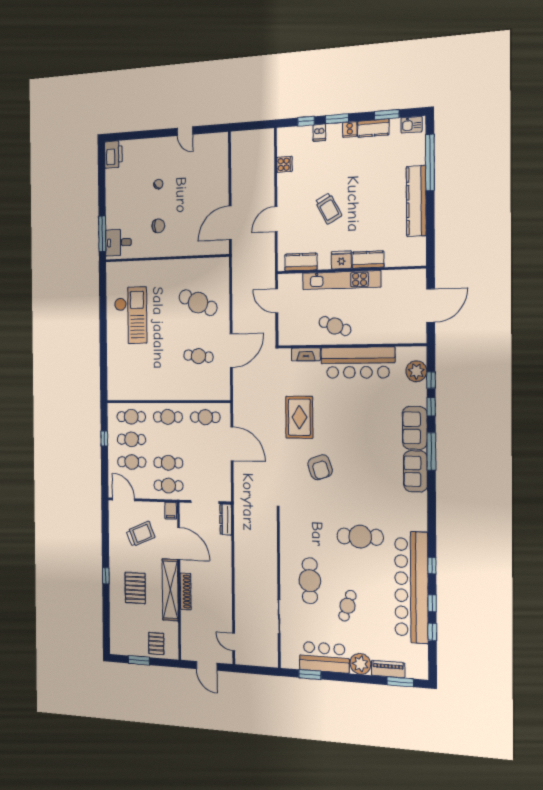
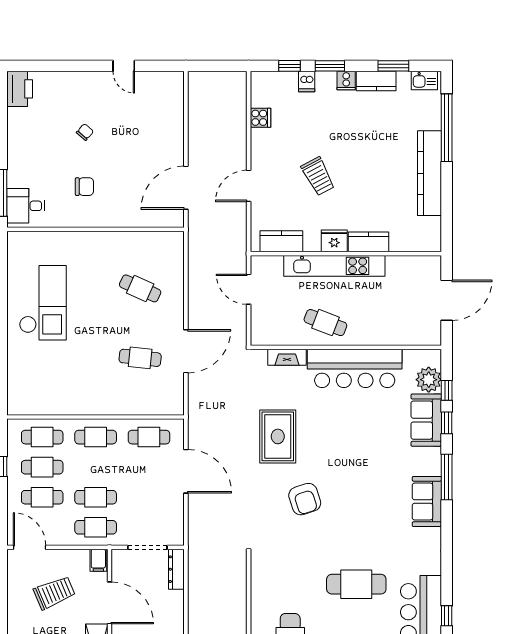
cafe table: (198, 303) -> (140, 288), width x0.73, depth x0.74
sofa: (415, 428) -> (426, 420), moved

